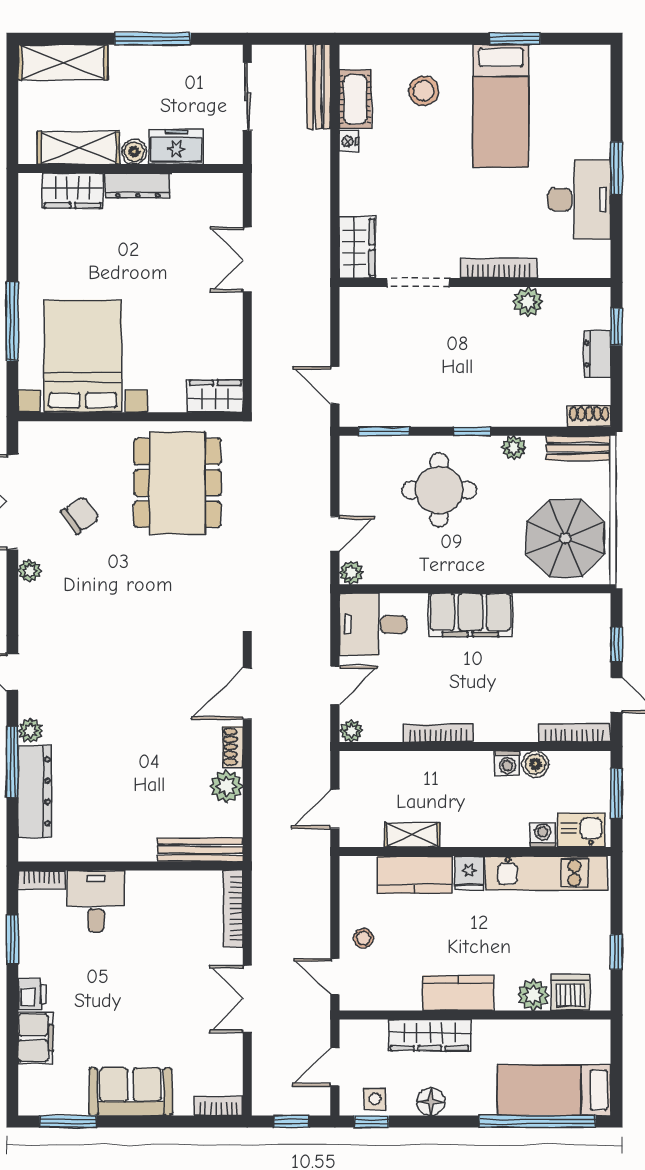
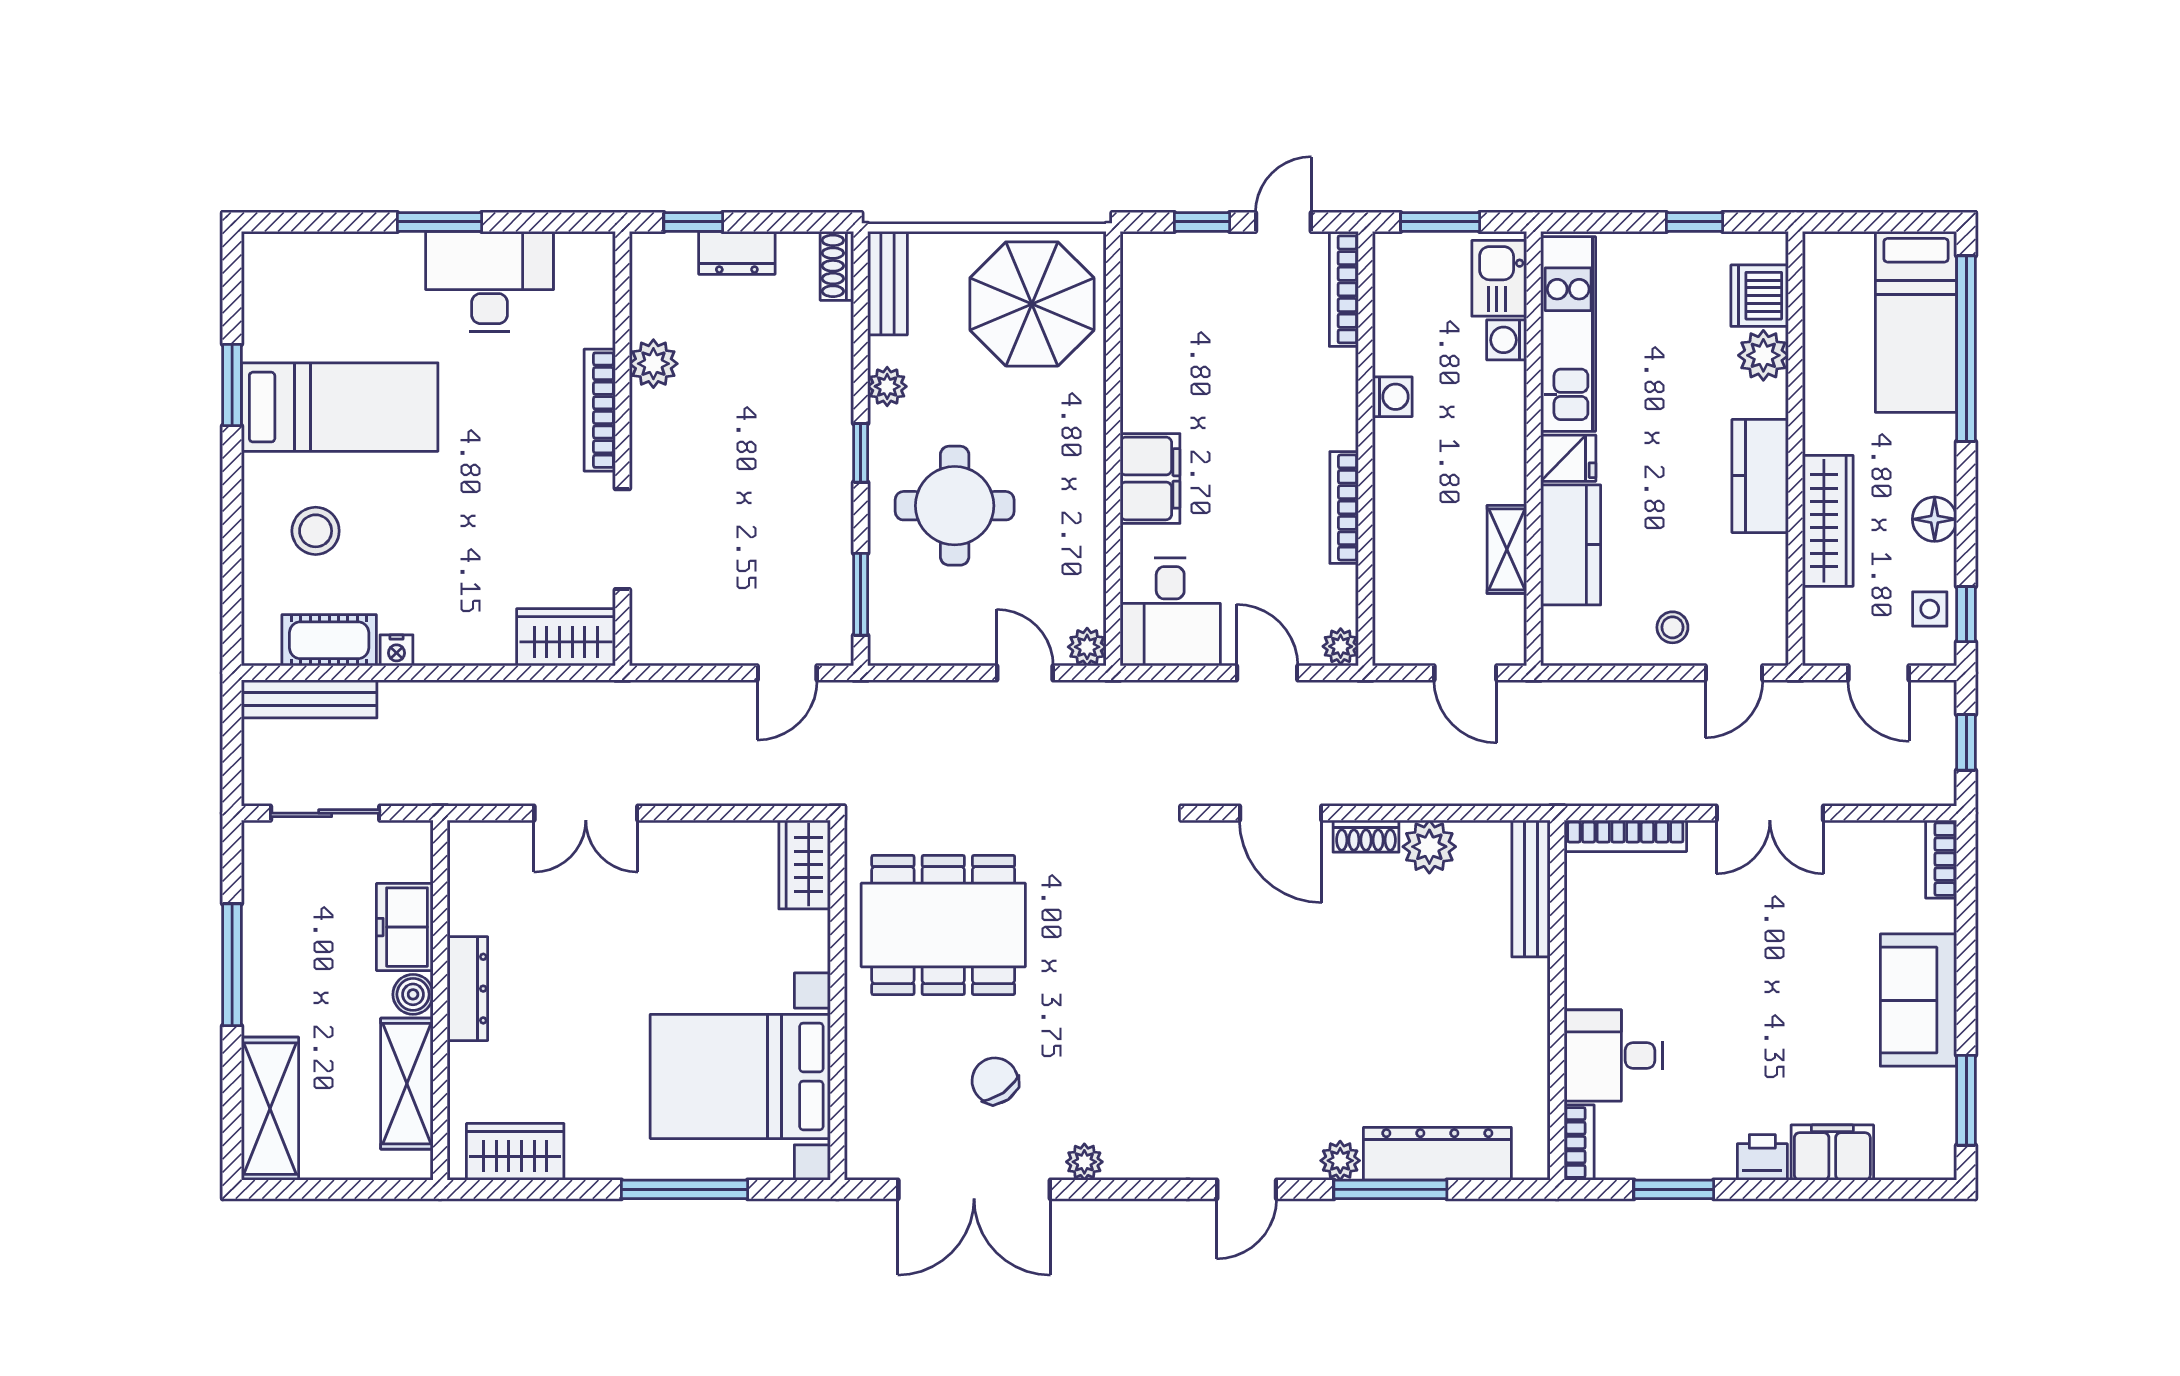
wardrobe: (73, 191) -> (515, 1152), moved, turned -90
filing cabinet: (470, 615) -> (1150, 478), width x0.67, depth x0.86
boiler: (535, 764) -> (1394, 352), removed

